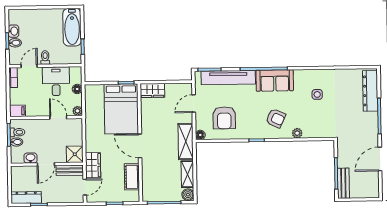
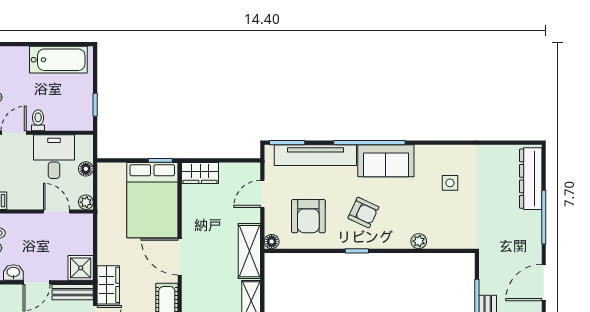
bathtub: (72, 27) -> (58, 60), moved, turned -90
armchair: (276, 118) -> (363, 213), moved

